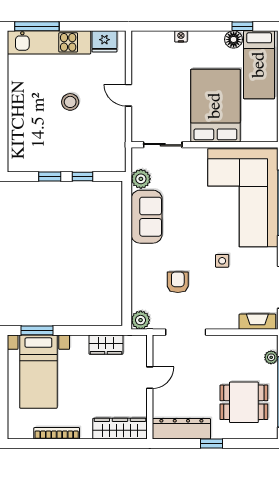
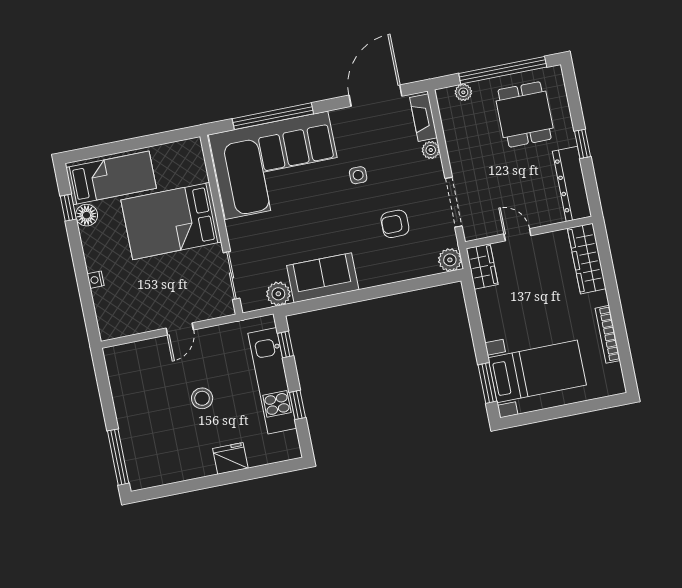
fridge: (104, 41) -> (230, 458), moved, turned -90
kitchen unit: (49, 42) -> (272, 381), moved, turned 180
window: (82, 177) -> (285, 344), moved
plant: (231, 322) -> (431, 150), added
wardrobe: (106, 345) -> (482, 267), moved

